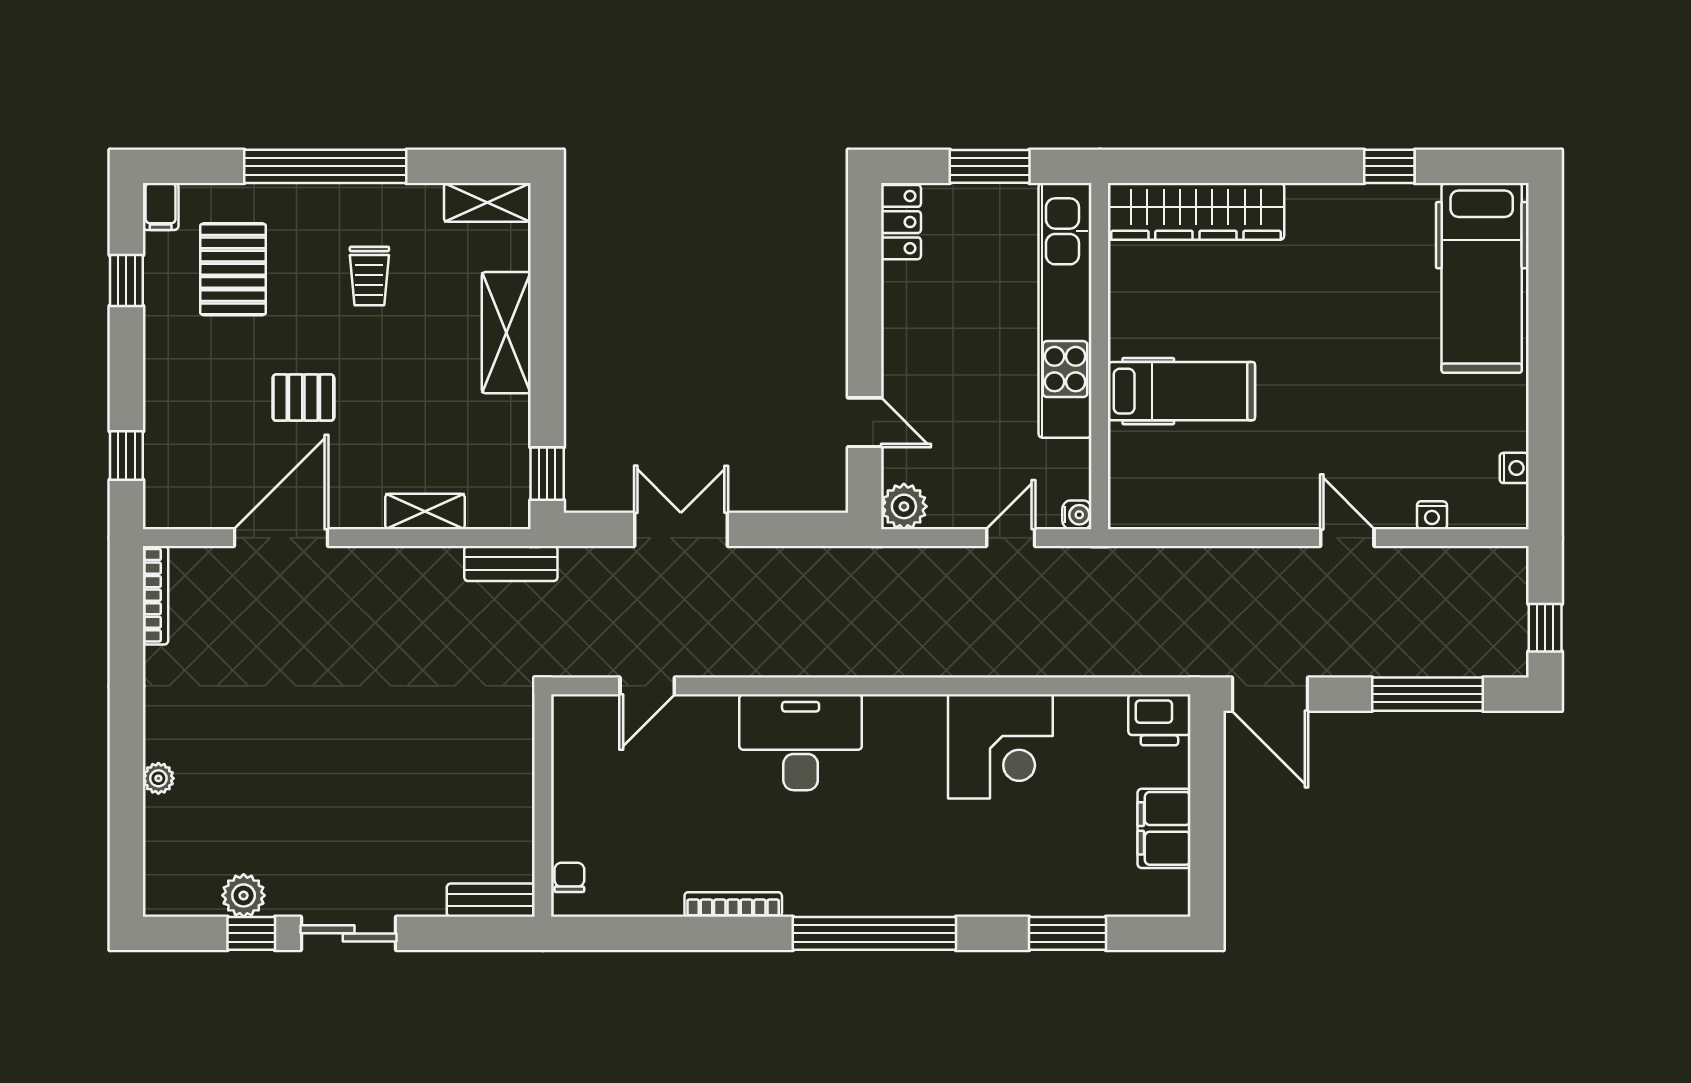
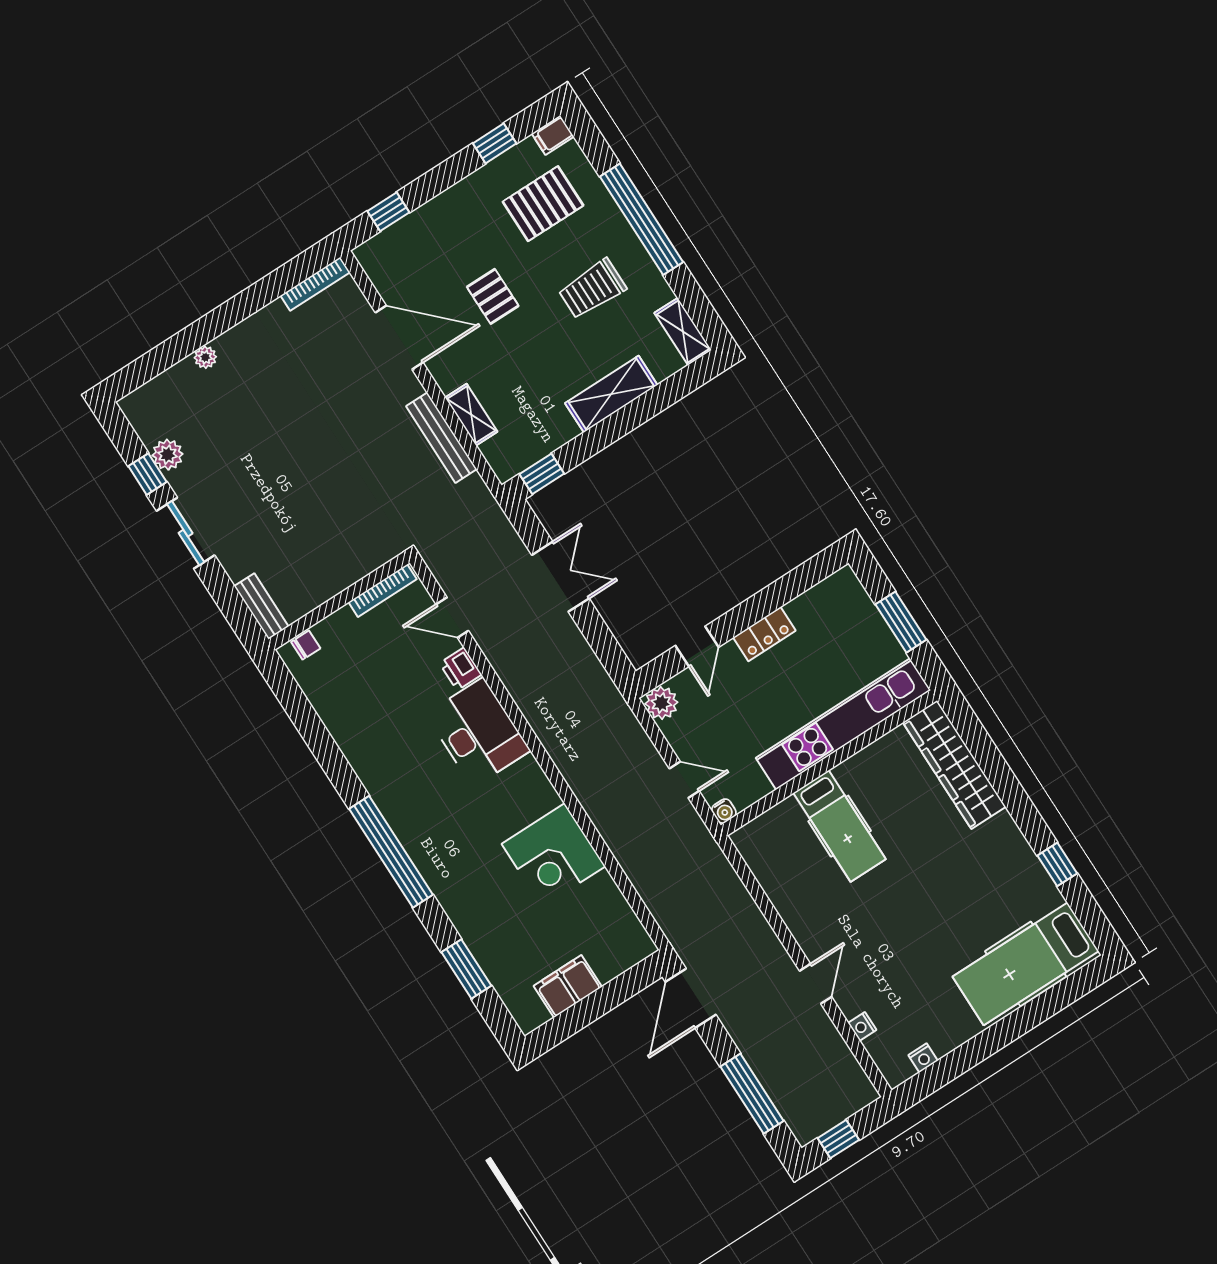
locker: (901, 222) -> (764, 634), moved
trolley: (369, 276) -> (592, 289), width x1.36, depth x1.39
bench: (511, 563) -> (441, 438), moved, width x1.36
printer: (1159, 720) -> (461, 669), moved, width x0.73, depth x0.81
bookcase: (733, 904) -> (383, 591), moved, turned 90

